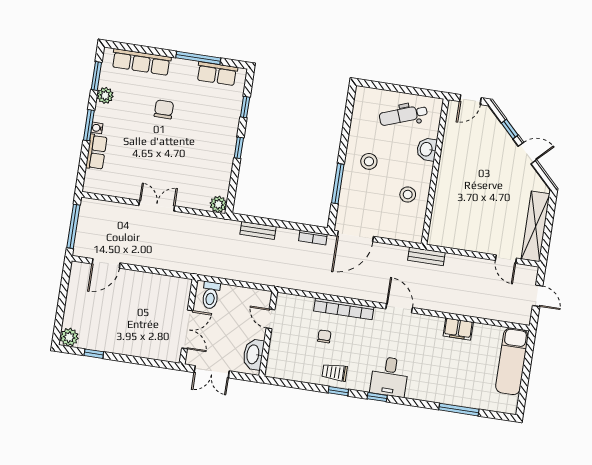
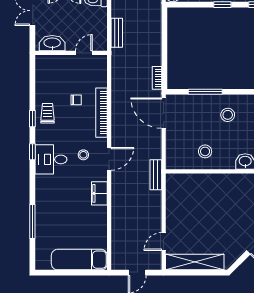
bench: (258, 230) -> (117, 33), moved
filing cabinet: (458, 329) -> (99, 193), moved
stool: (390, 338) -> (83, 155), added

